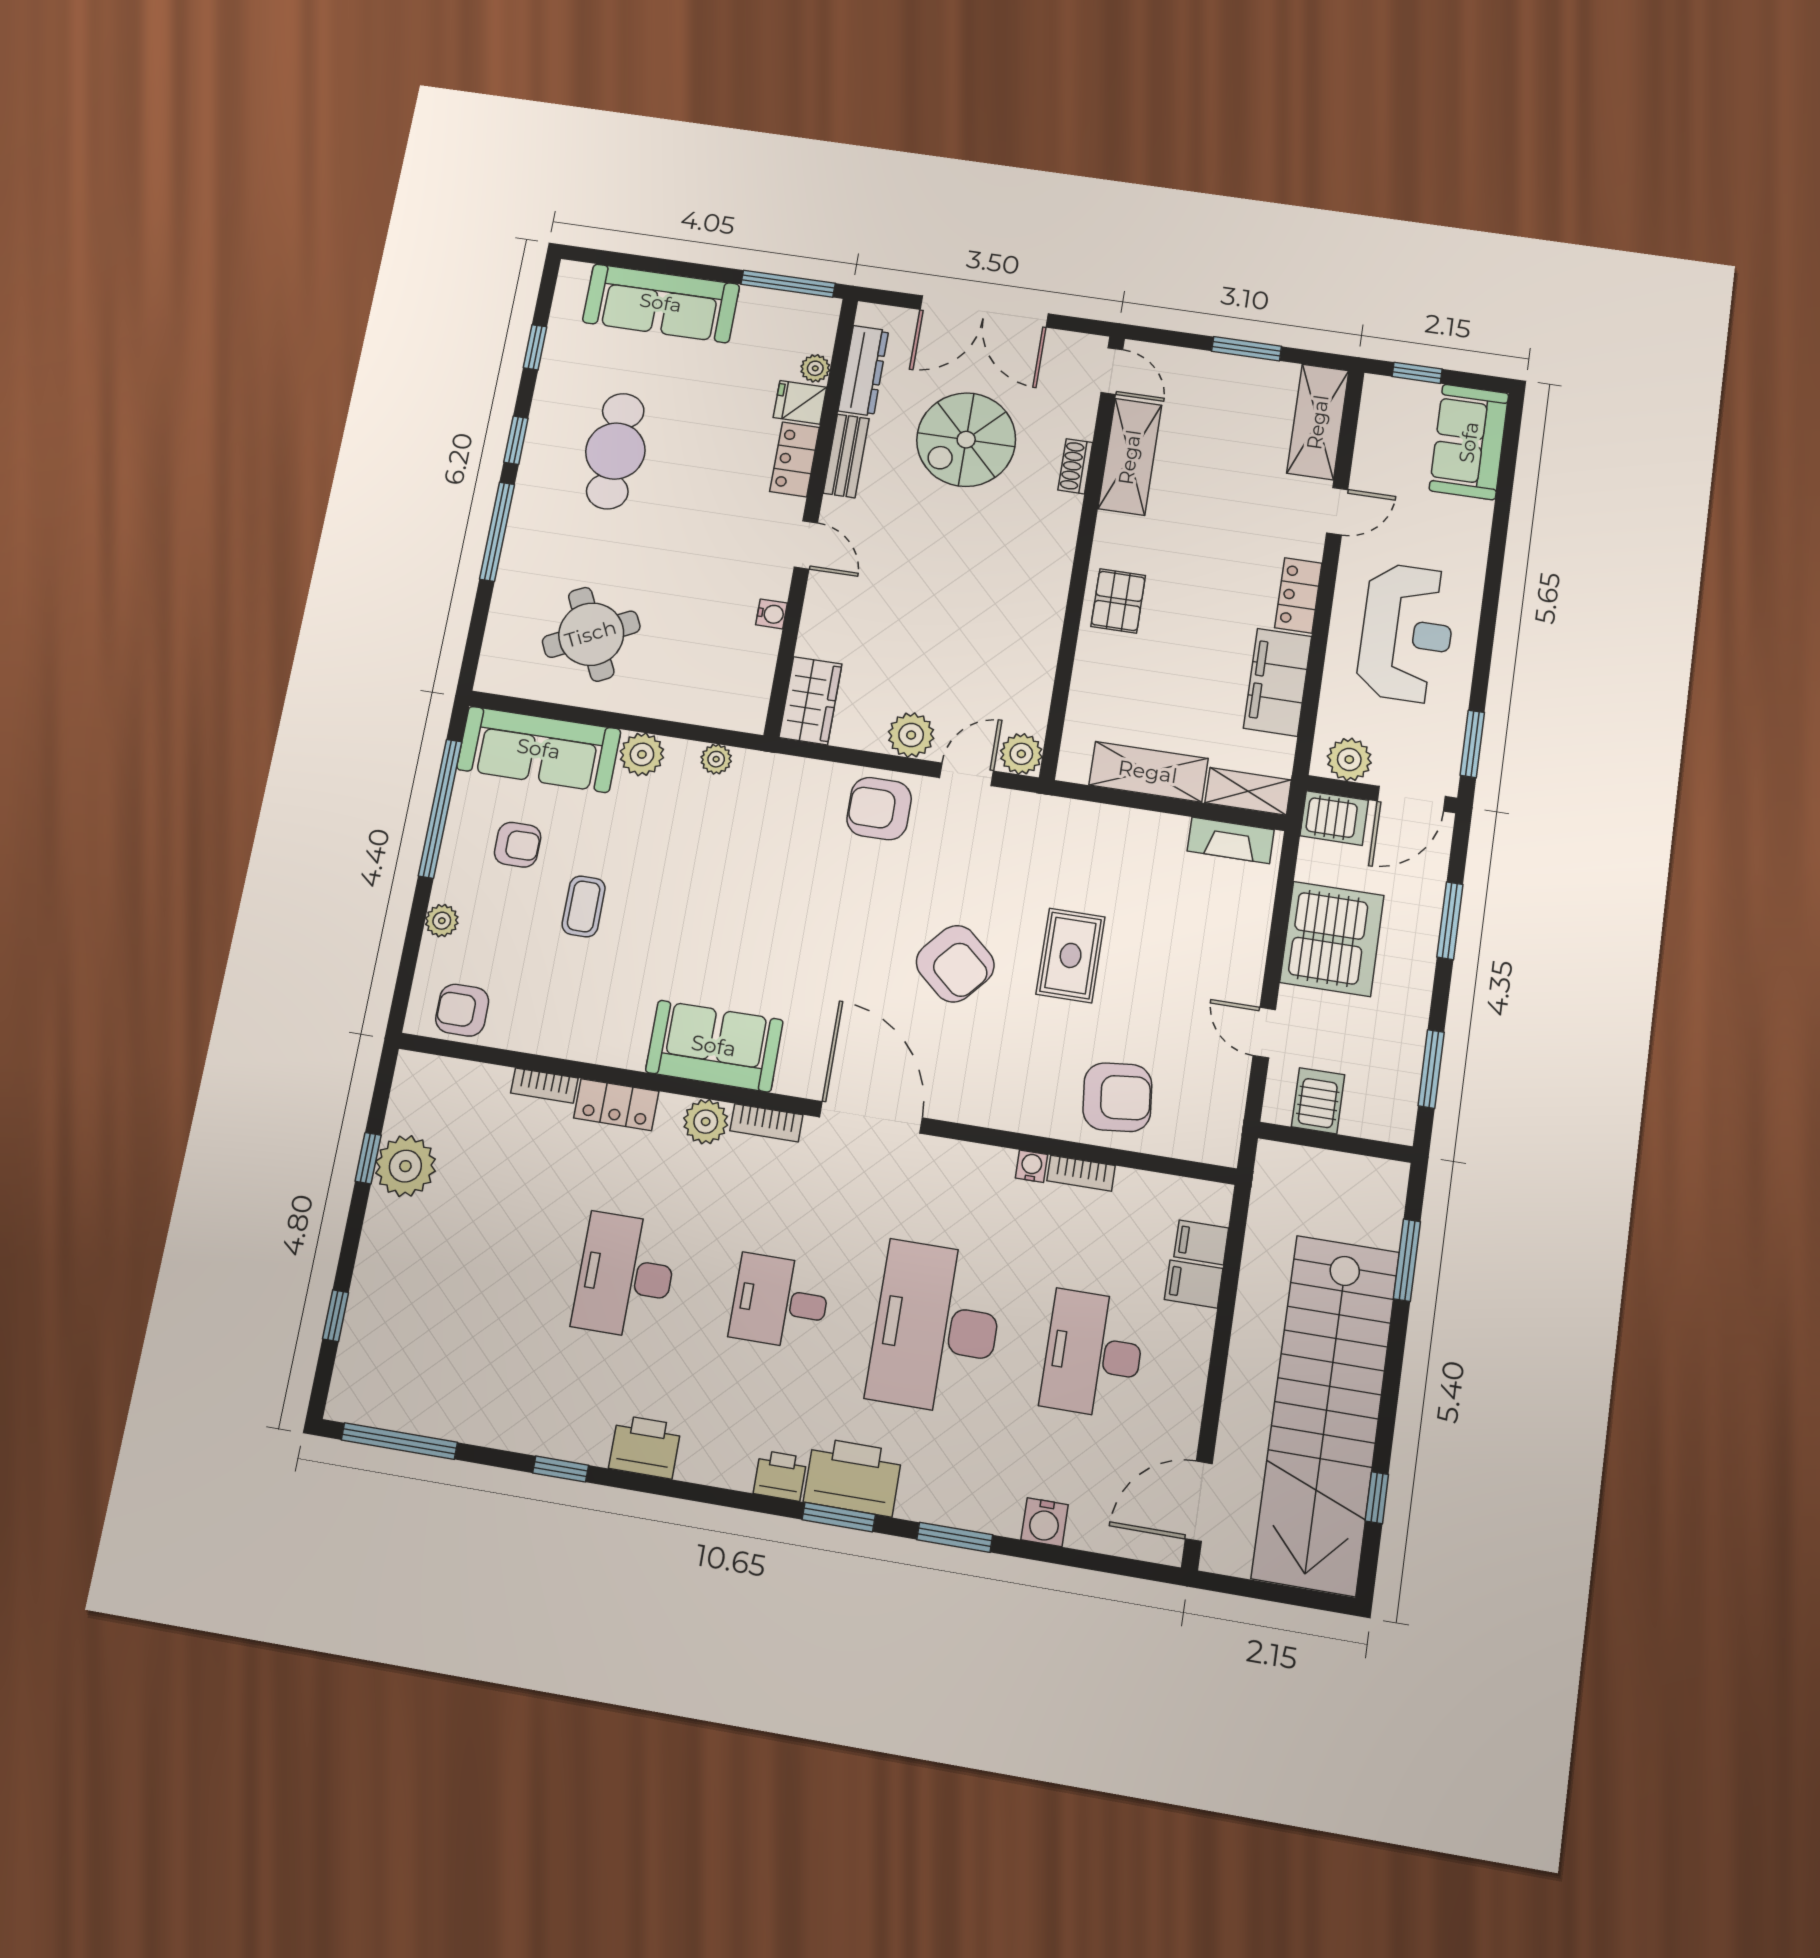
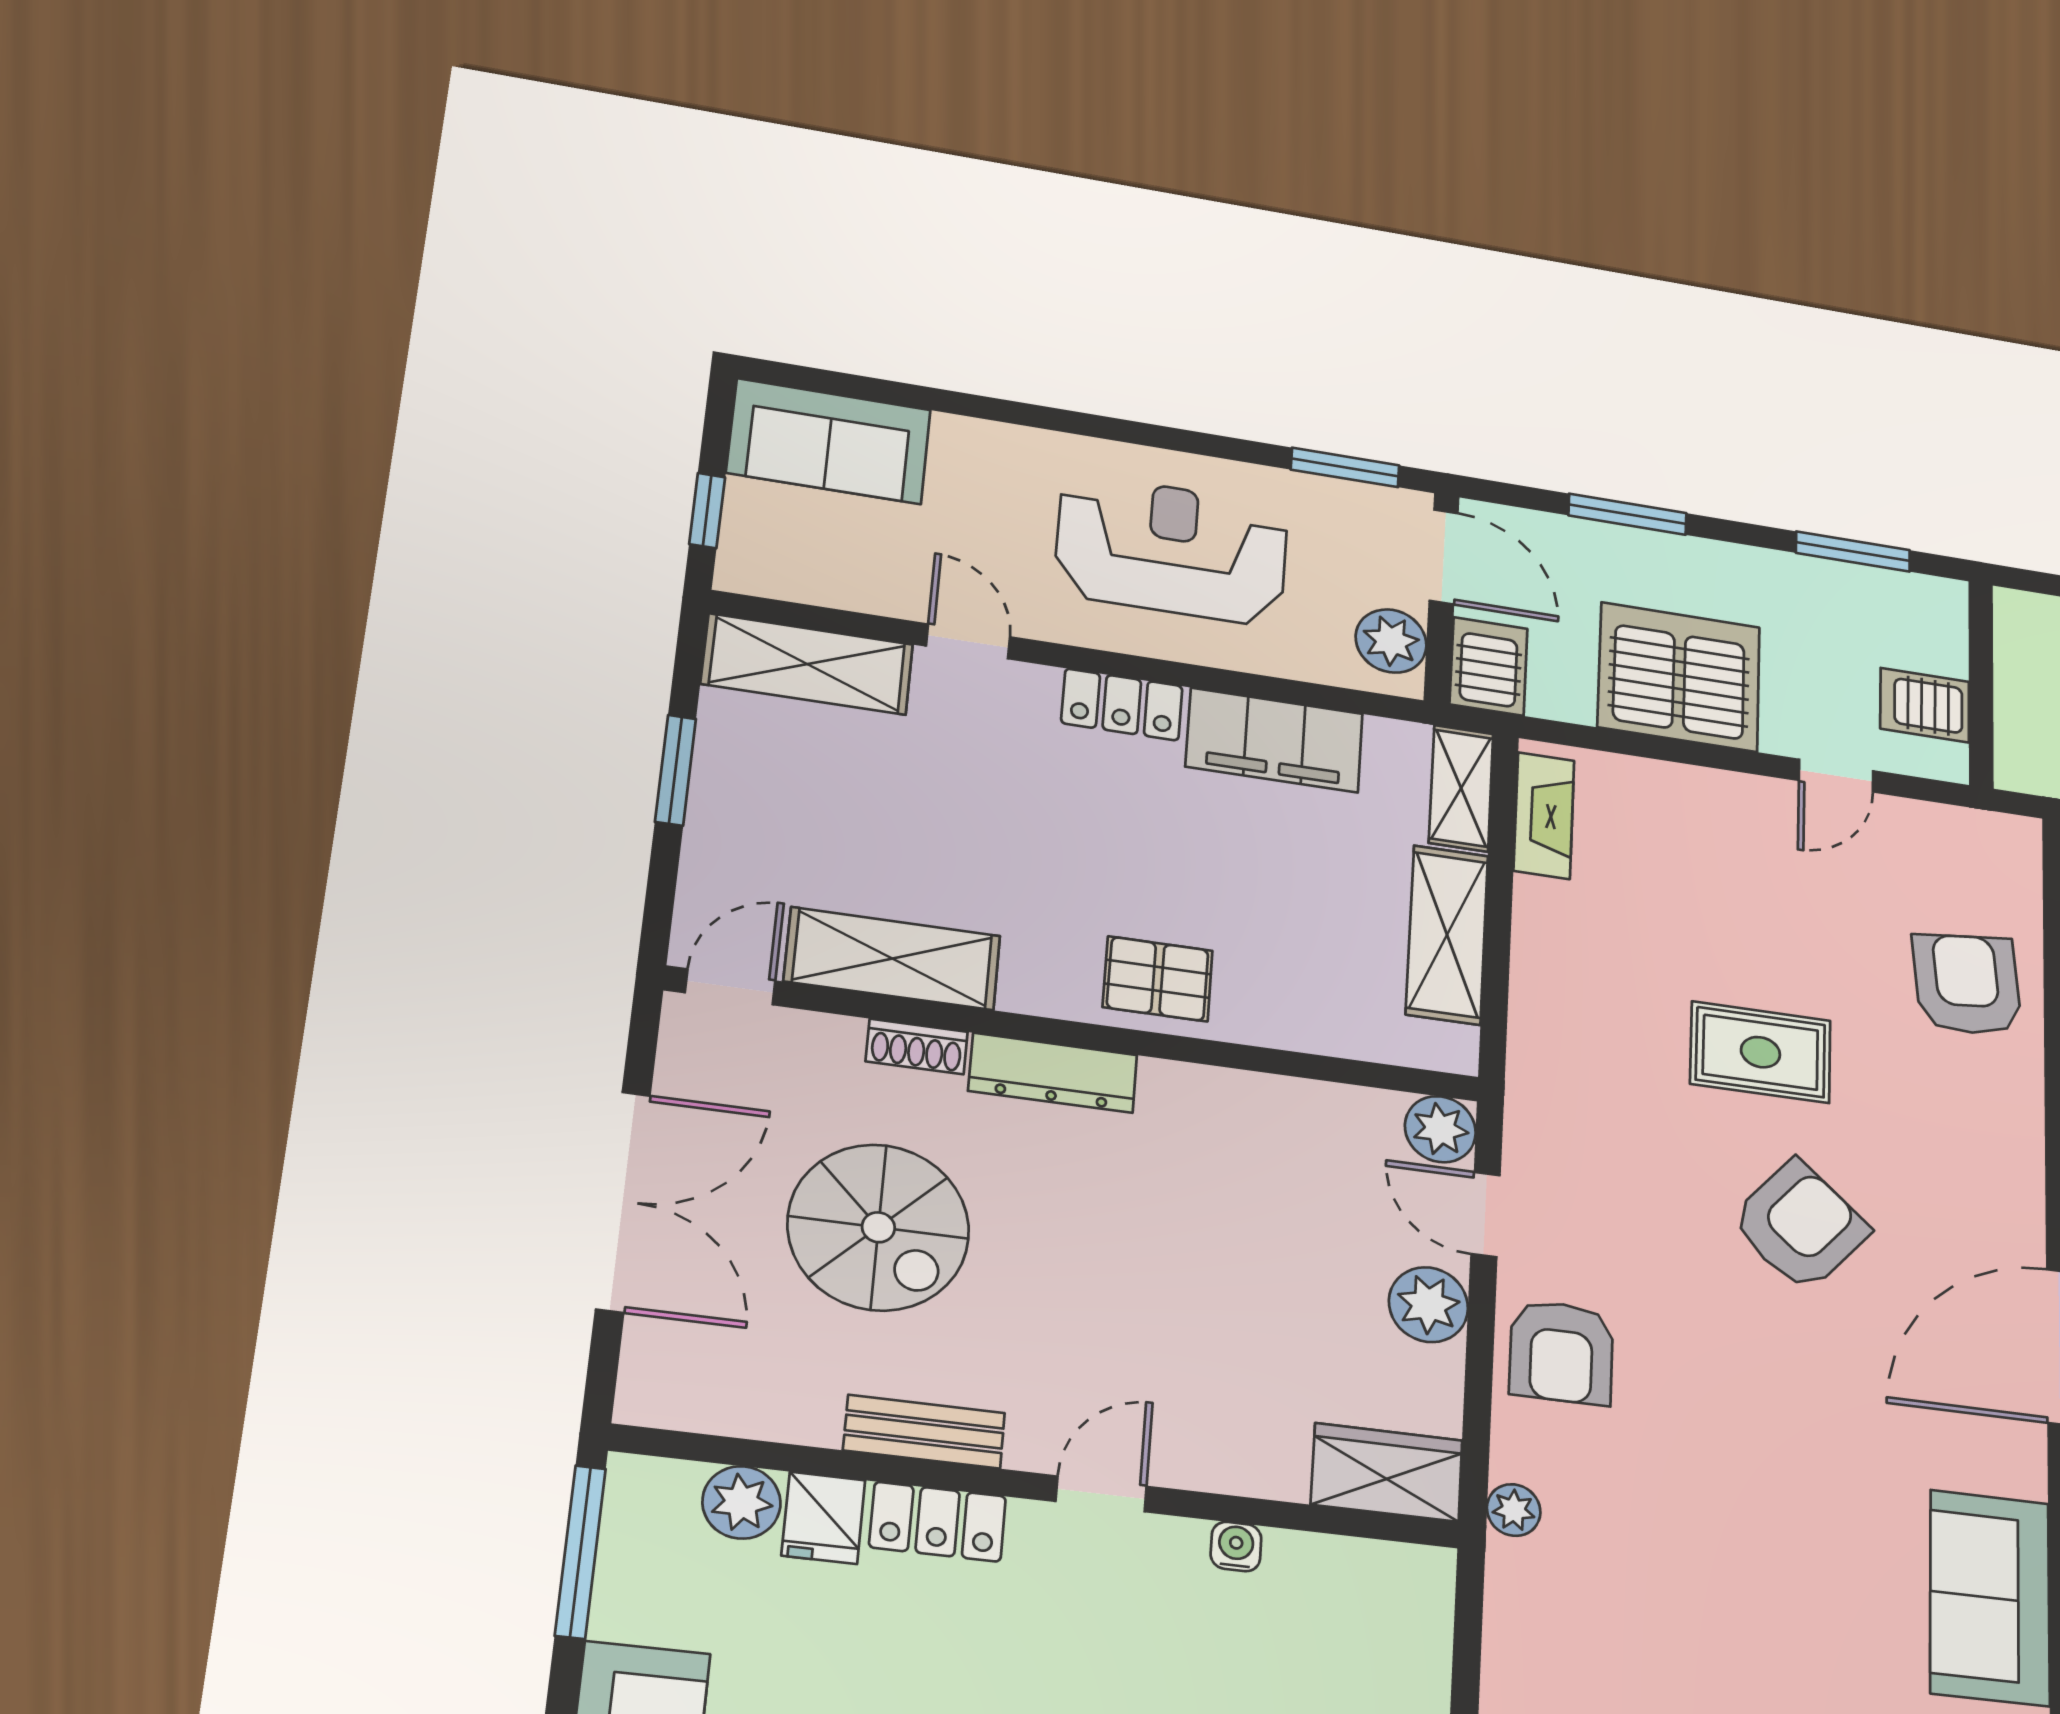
plant: (815, 368) -> (741, 1502), width x1.38, depth x1.38
dresser: (863, 371) -> (1053, 1073), moved, turned 180
plant: (716, 759) -> (1514, 1510), moved

